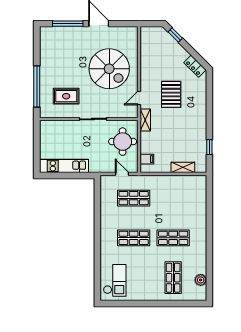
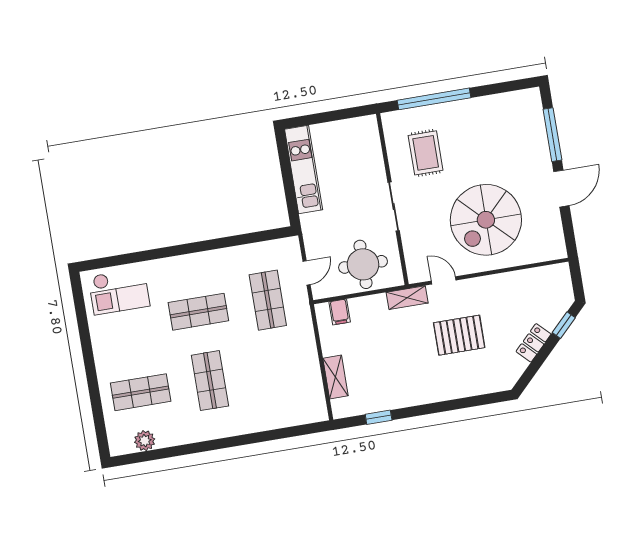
locker: (195, 66) -> (534, 343), moved
shop shelf: (134, 238) -> (198, 312), turned 90

